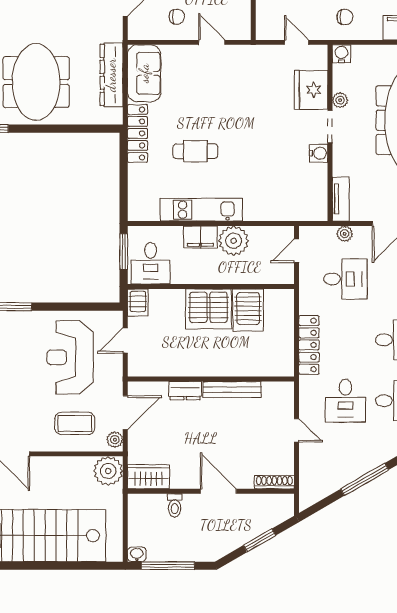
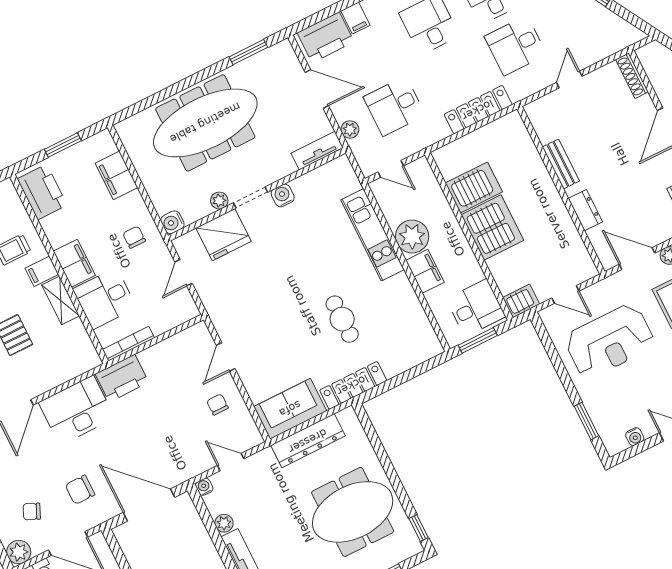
kitchen unit: (201, 210) -> (373, 235), moved
desk: (345, 279) -> (394, 106), turned -90
bench: (232, 390) -> (561, 164), width x0.73
desk: (345, 401) -> (516, 46), turned 180

